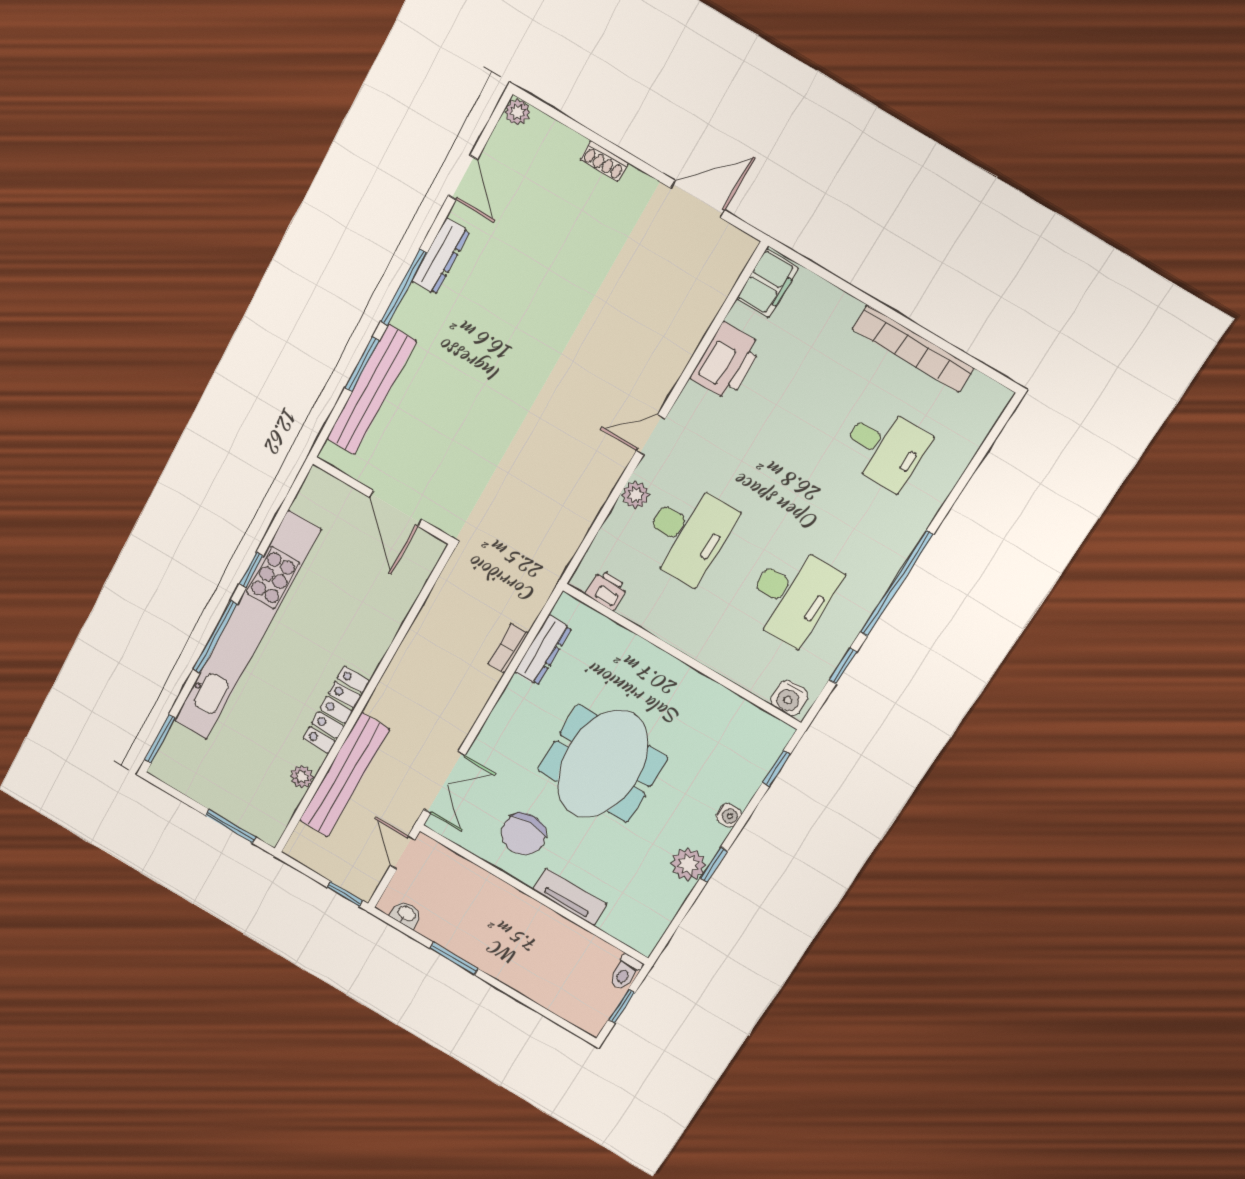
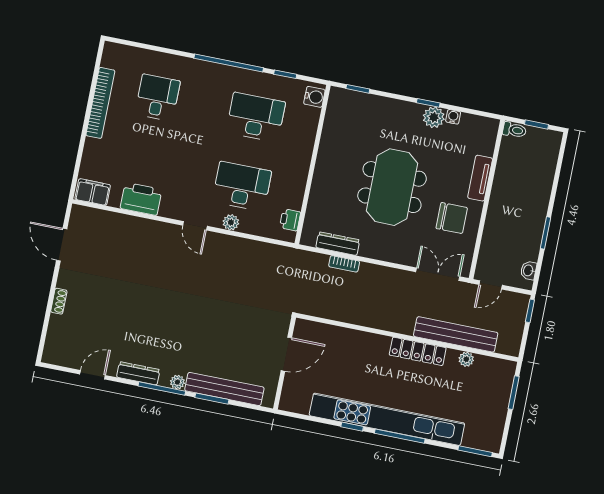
plant: (517, 112) -> (177, 382), moved
meeting table: (603, 764) -> (392, 187), turned 90
water cooler: (728, 815) -> (453, 117), moved

